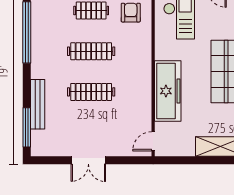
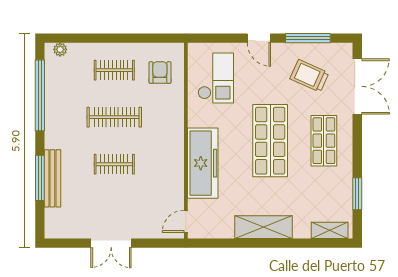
clothes rail: (91, 92) -> (114, 164), width x0.73
window: (27, 127) -> (40, 178), moved

